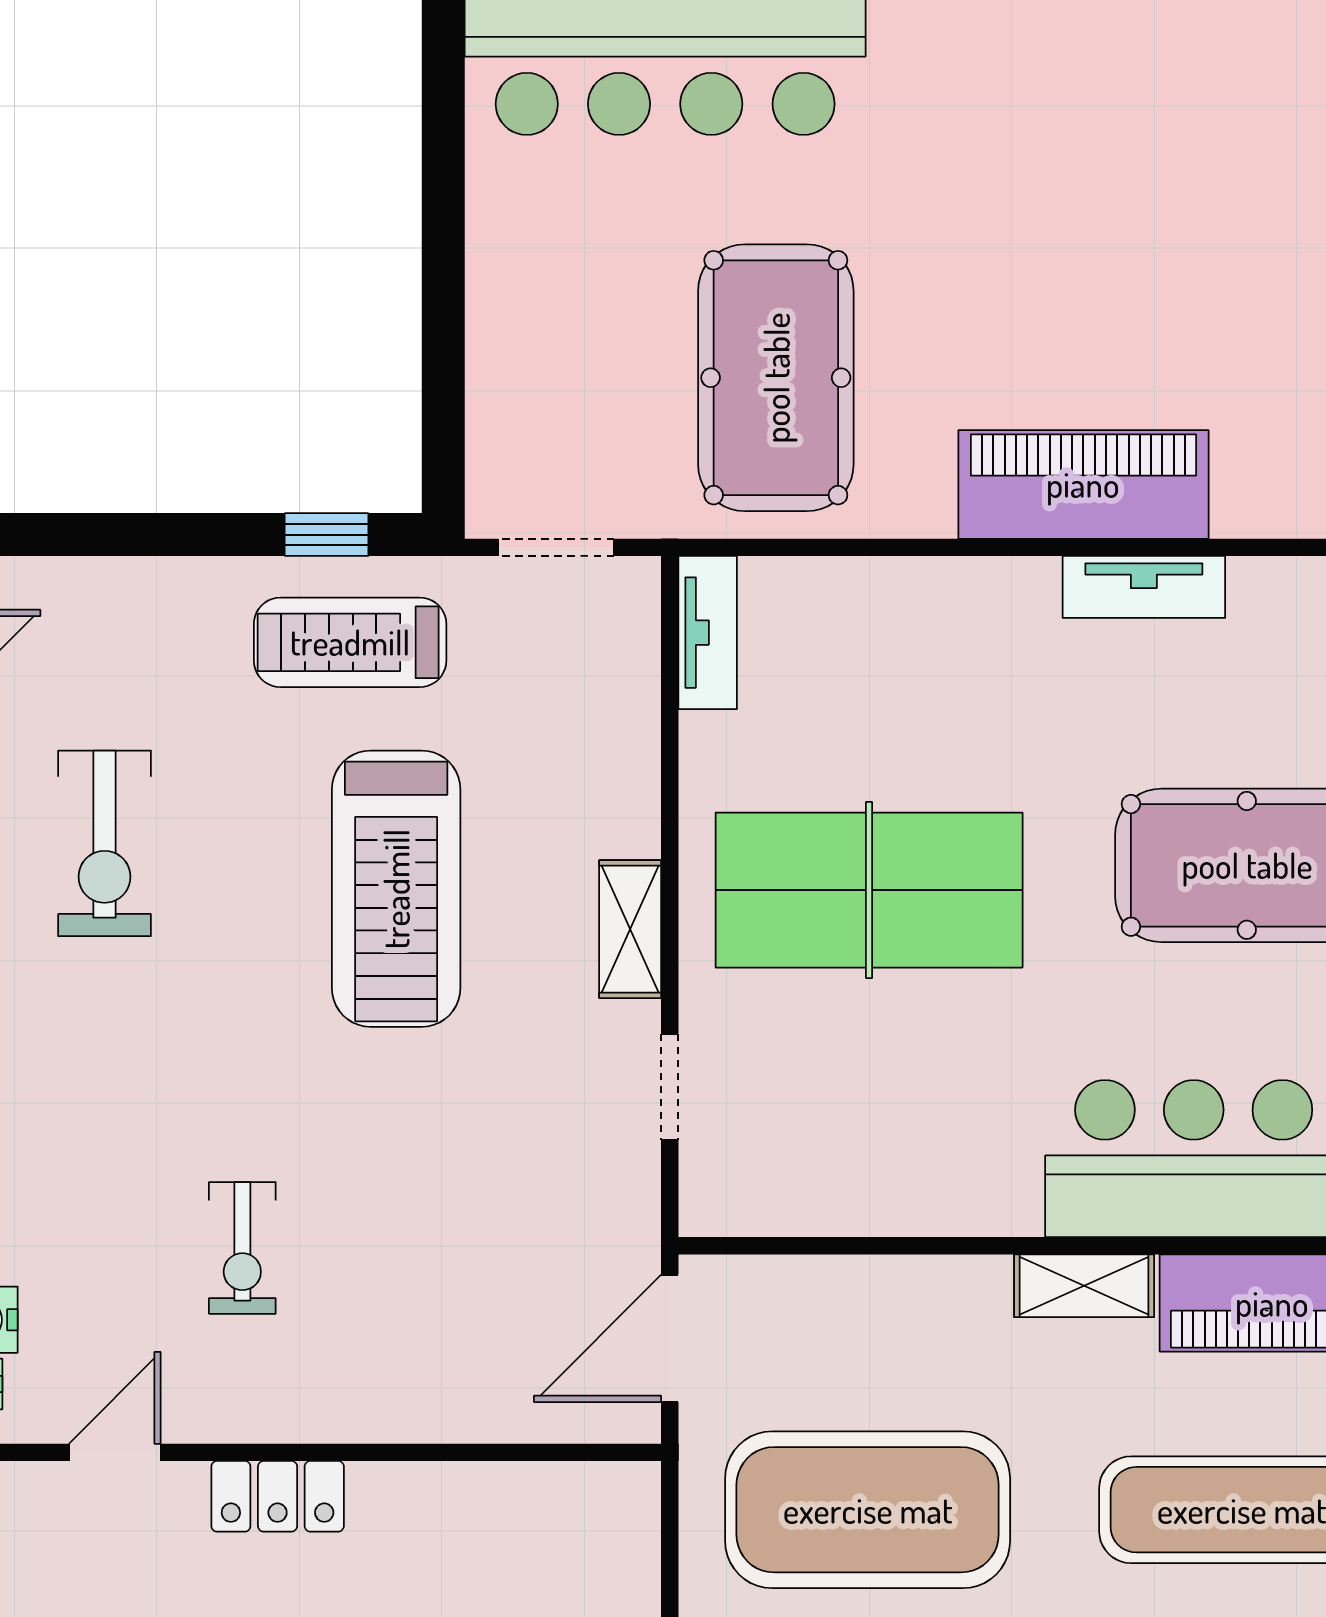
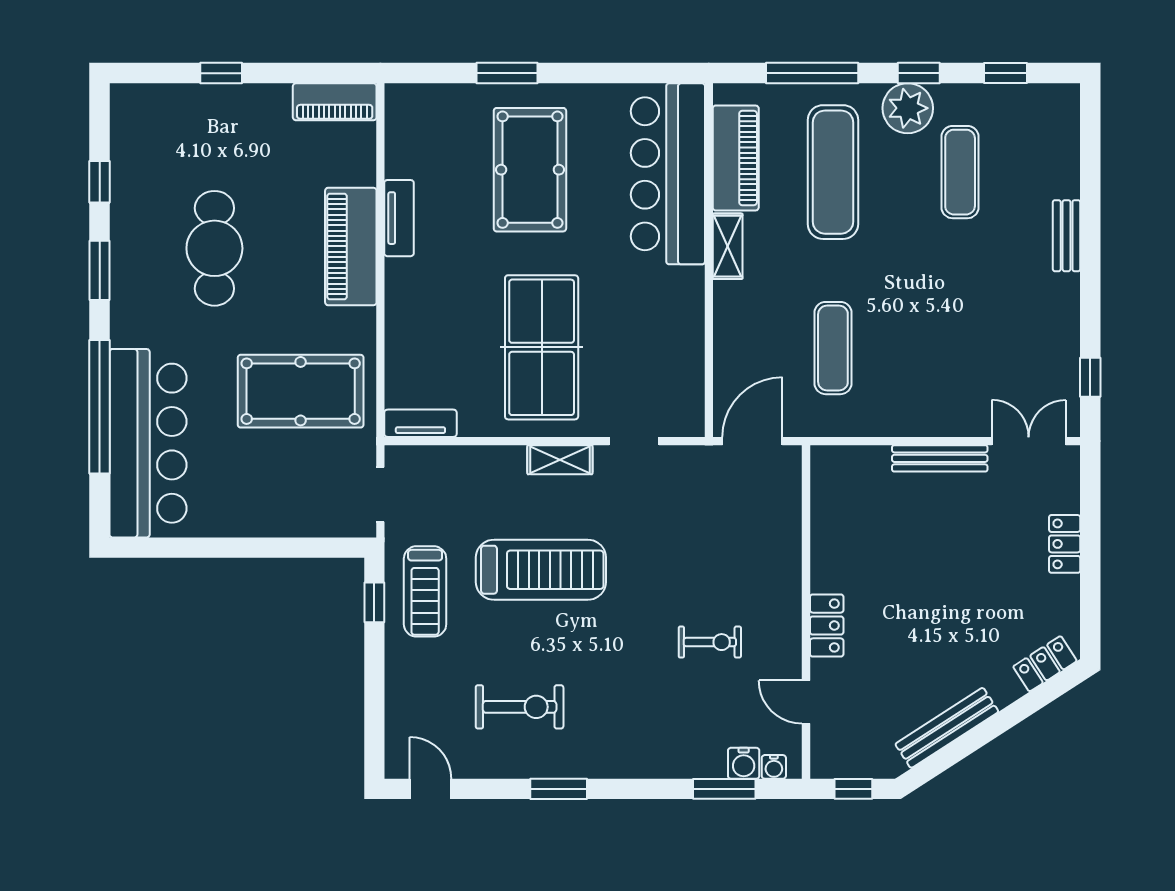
cafe table: (1080, 195) -> (214, 248), added
door: (670, 1338) -> (752, 441), swing flipped
exercise mat: (868, 1510) -> (833, 348), width x0.50, depth x0.69

